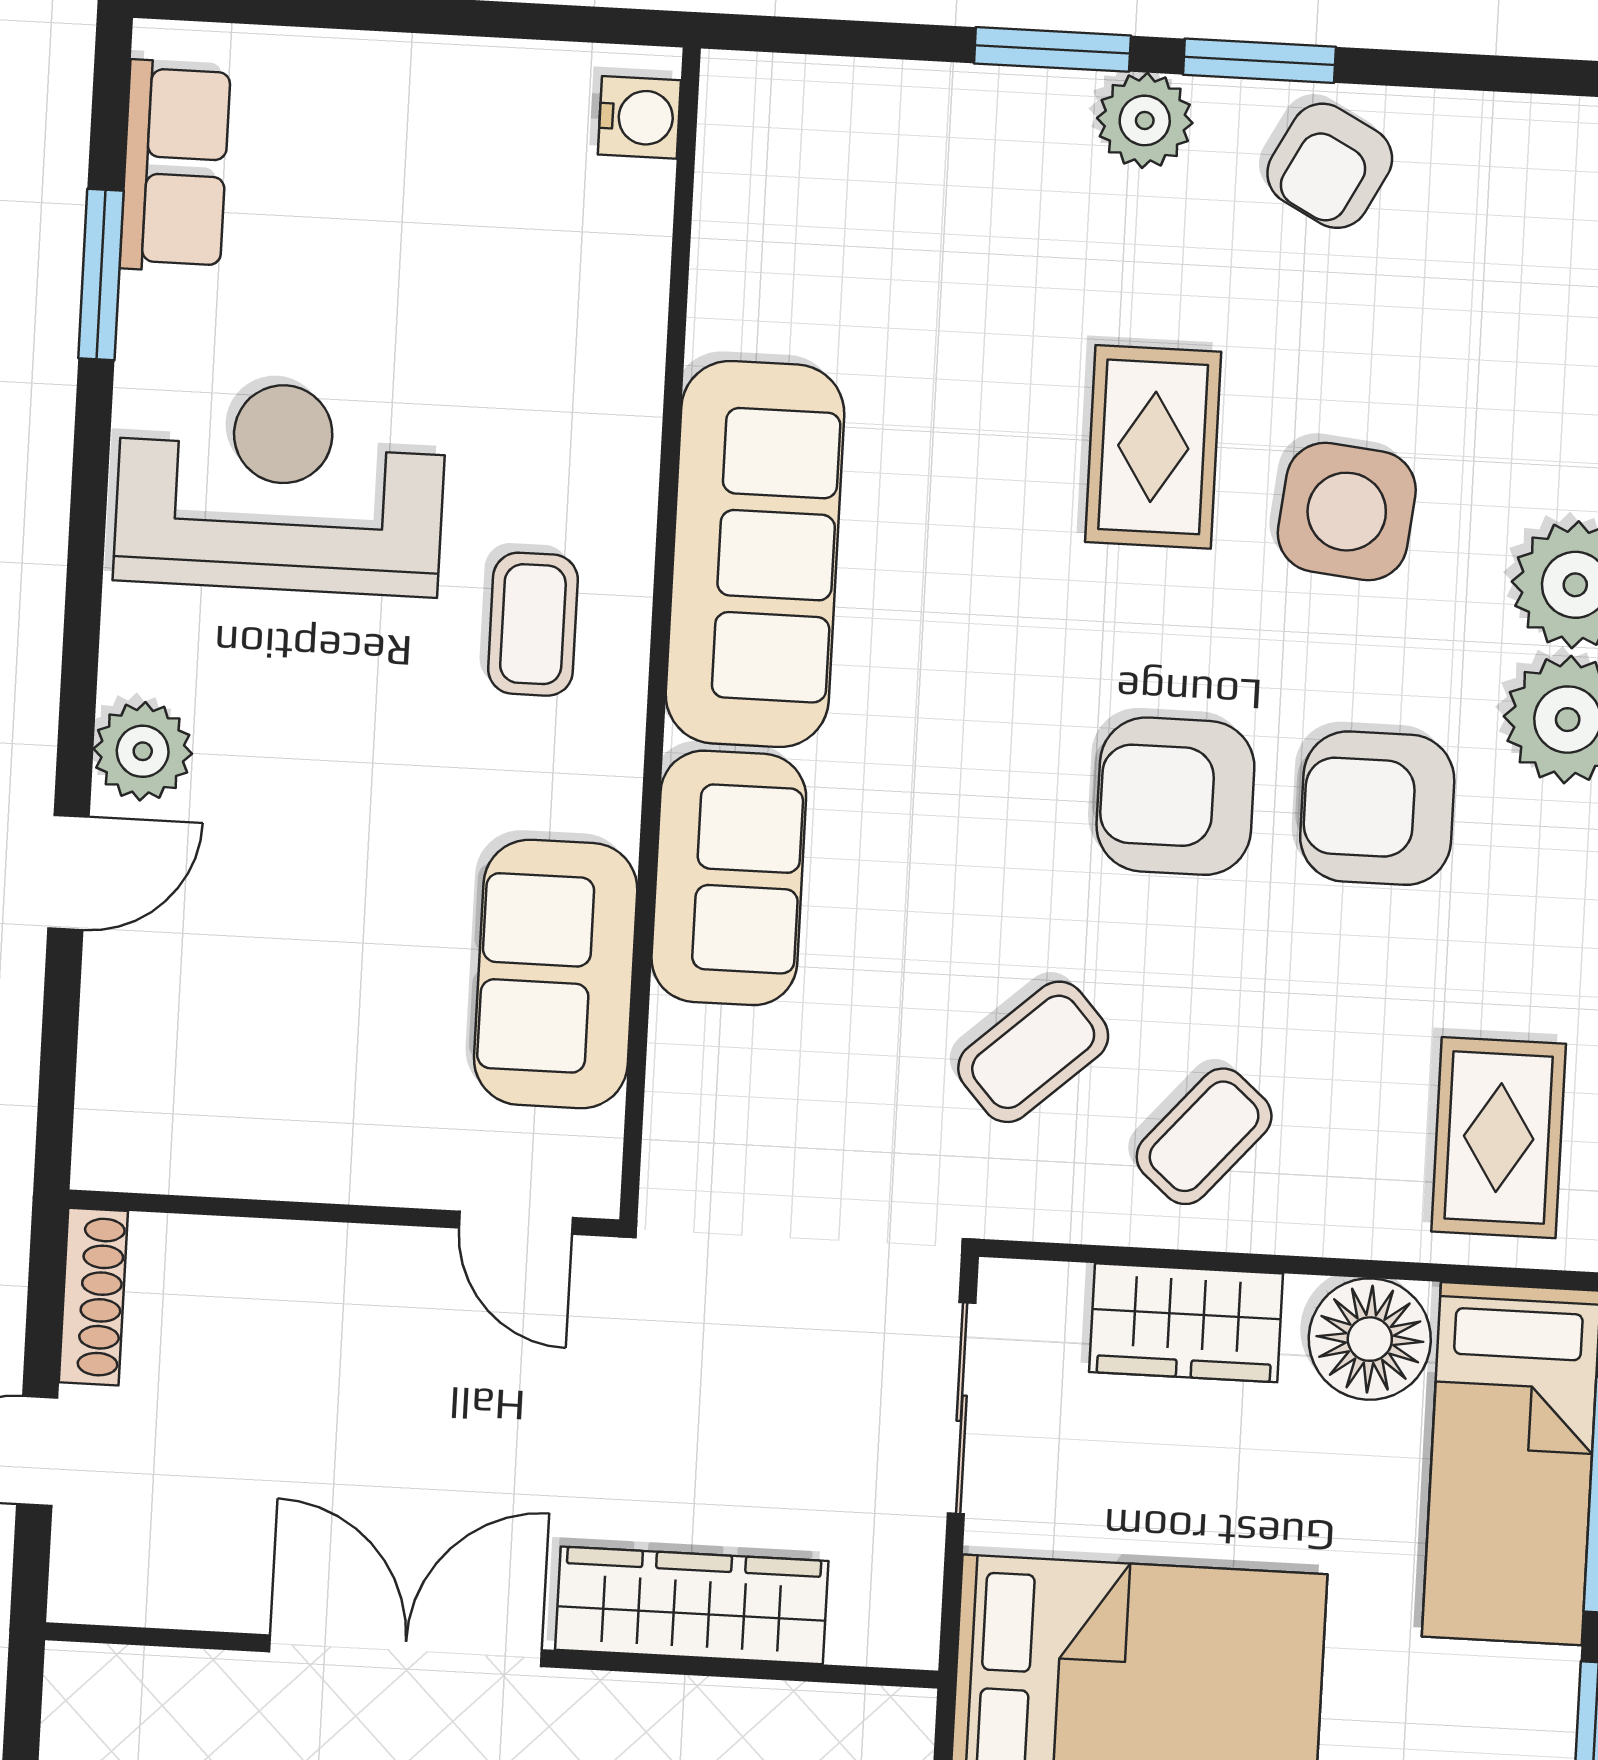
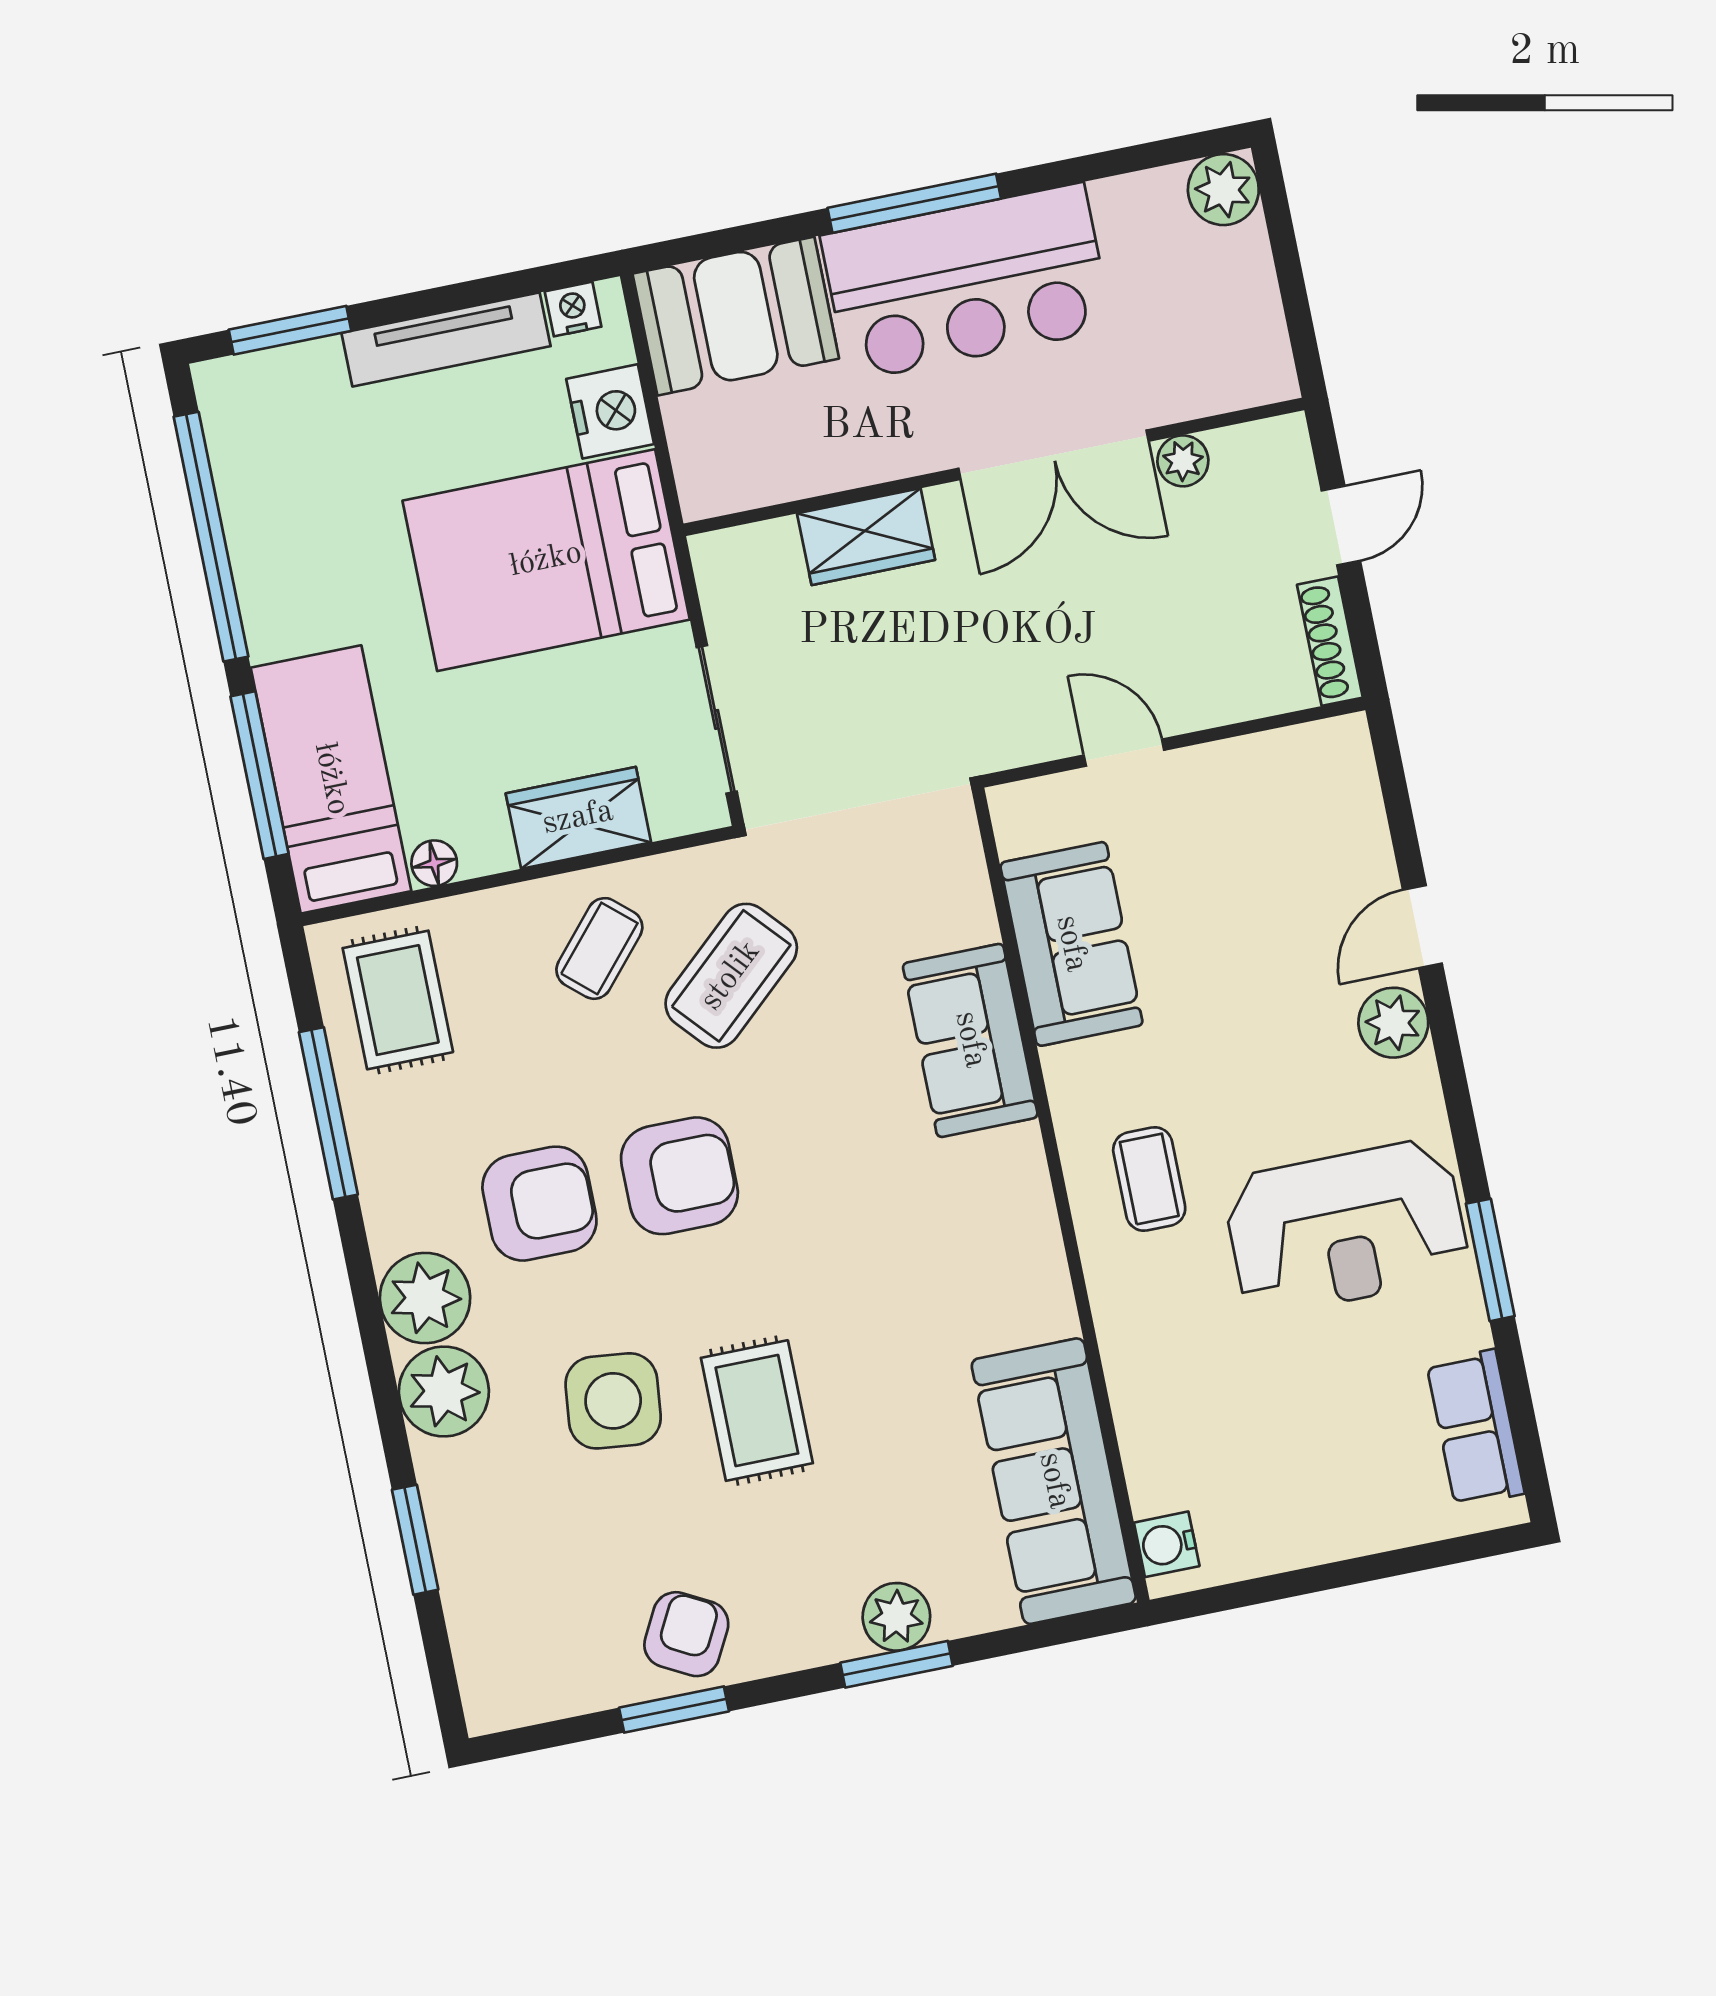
window: (1259, 61) -> (674, 1710), moved
plant: (1145, 120) -> (896, 1617), moved
window: (101, 275) -> (1490, 1260), moved
sofa: (755, 554) -> (1054, 1481), moved
coffee table: (1033, 1052) -> (731, 976), width x1.36, depth x1.30
door: (516, 1223) -> (1124, 753), moved
floor lamp: (1370, 1339) -> (434, 863), width x0.53, depth x0.53
plant: (231, 1596) -> (1183, 461), added
wardrobe: (692, 1605) -> (866, 537), width x0.67

